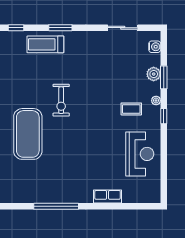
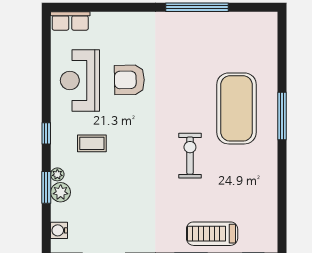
treadmill: (45, 44) -> (212, 234), turned 180
plant: (156, 100) -> (57, 174), moved
armchair: (104, 154) -> (129, 80), added
row of seats: (108, 196) -> (70, 21), moved

